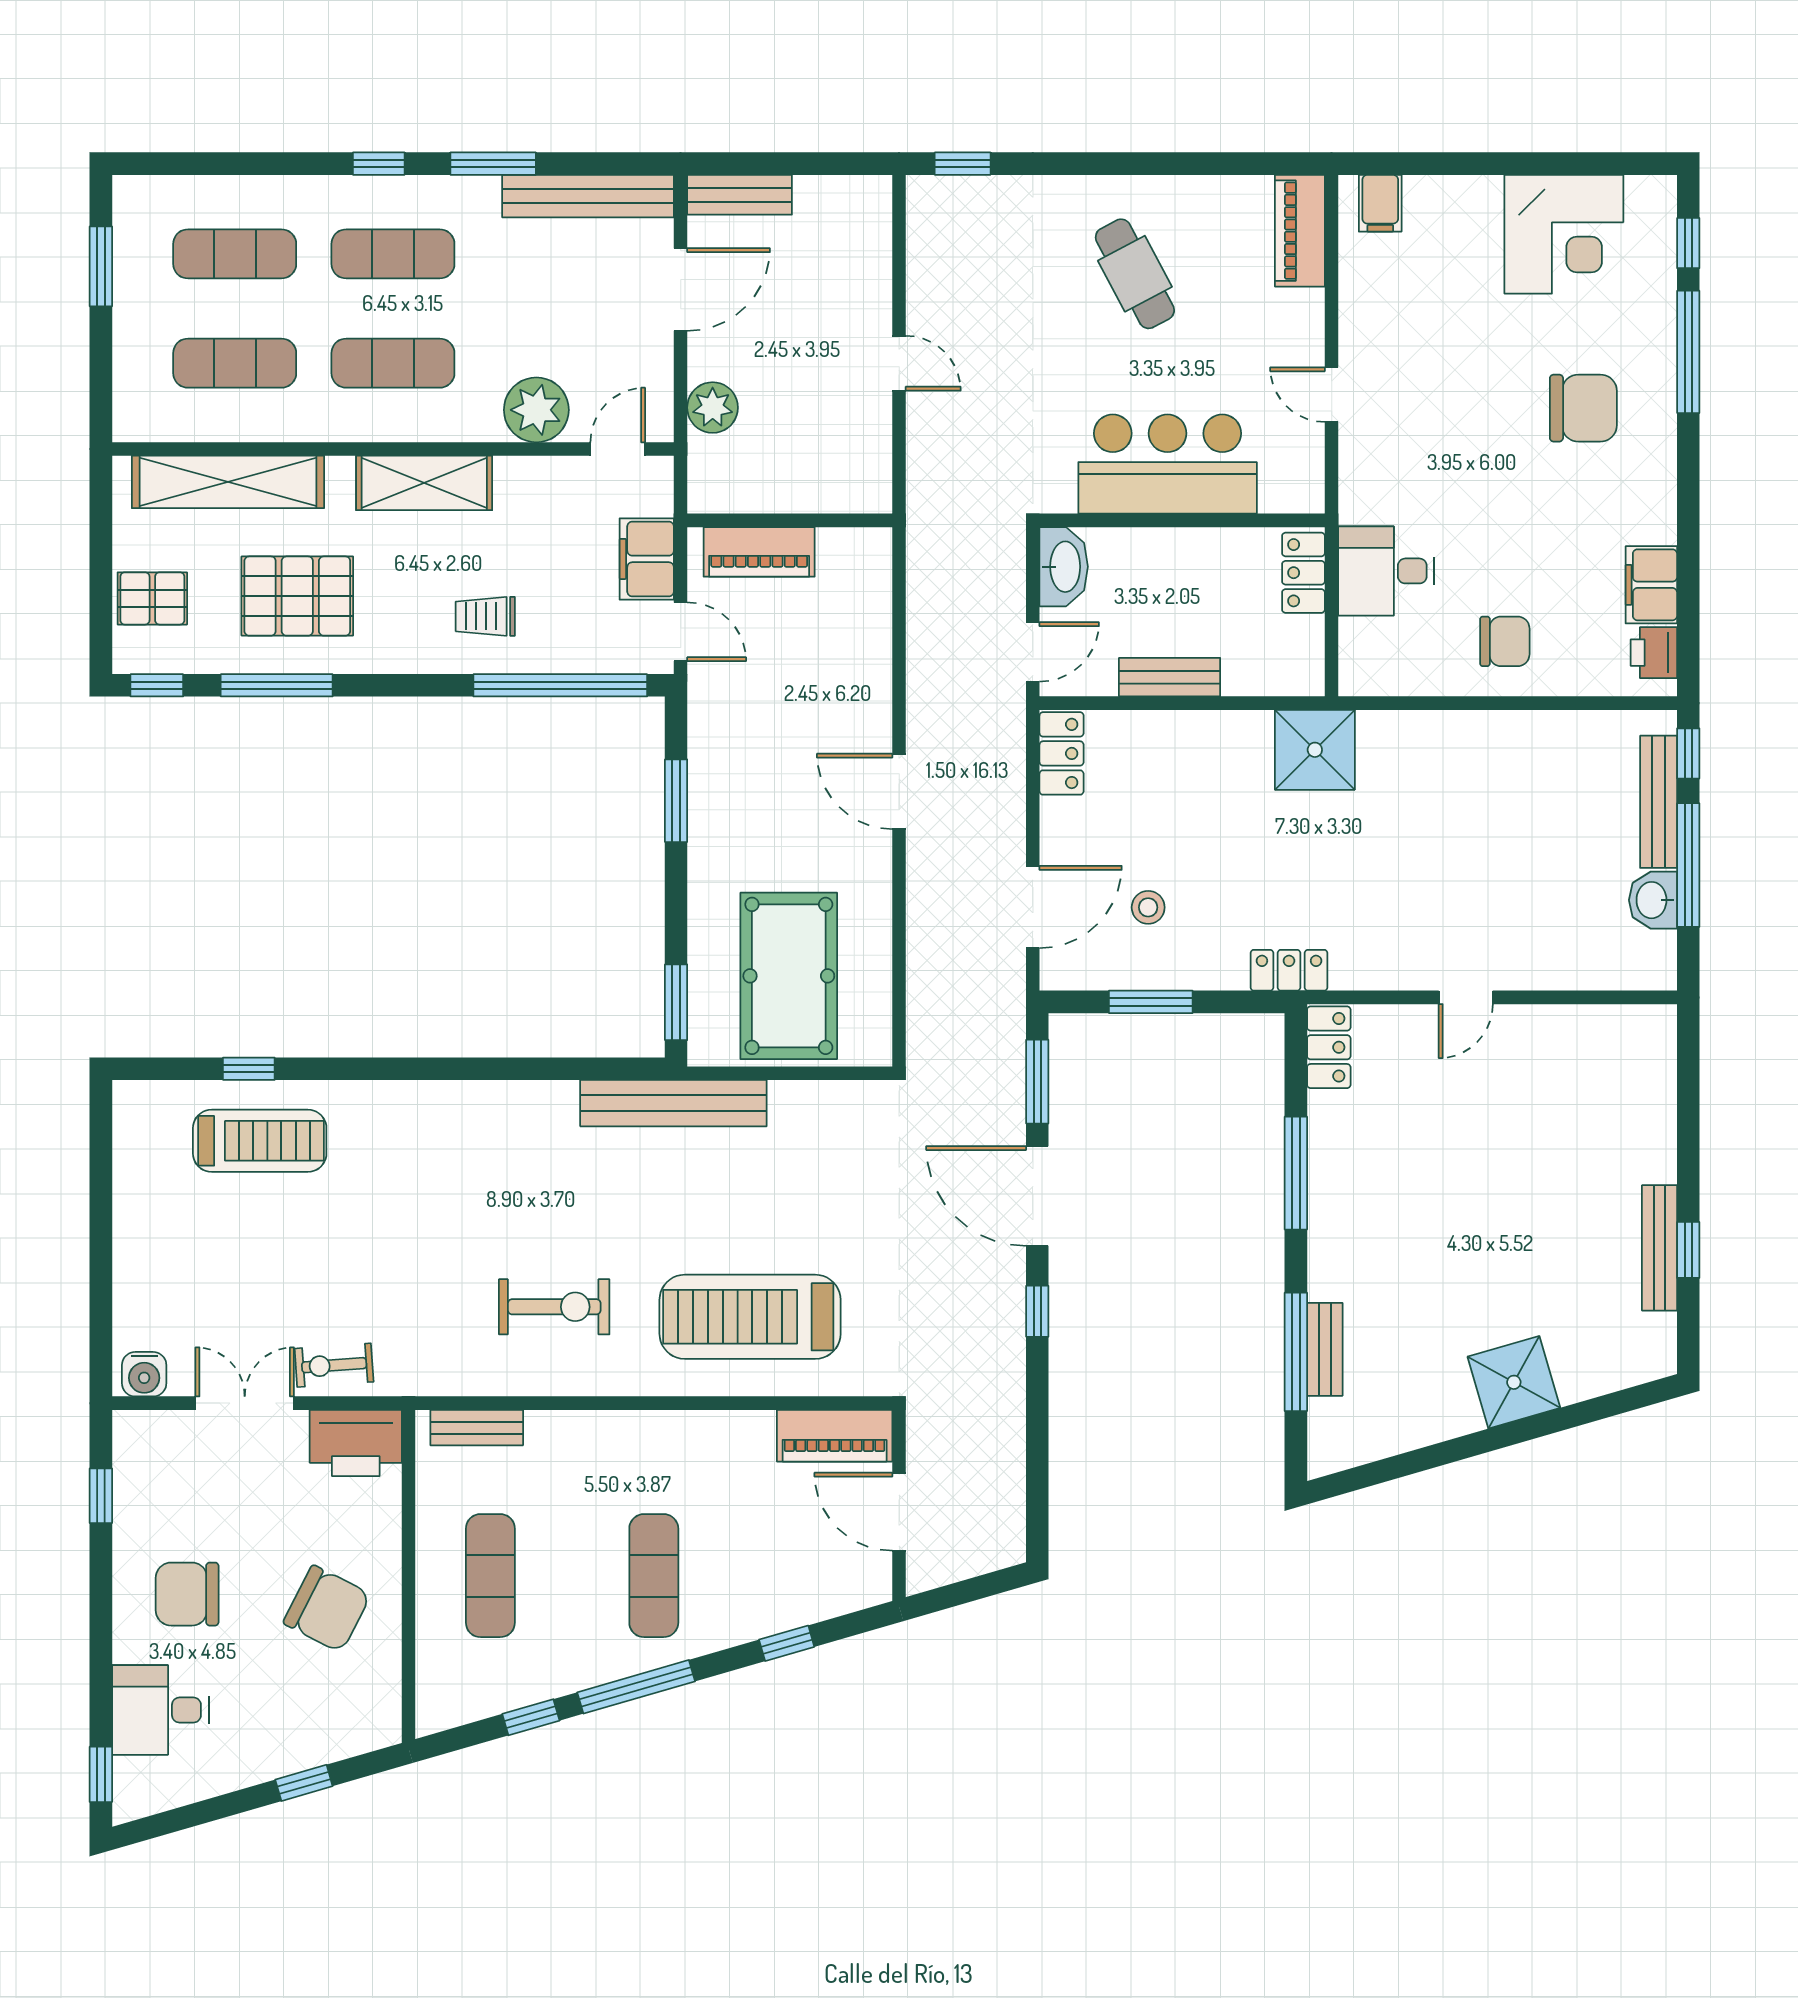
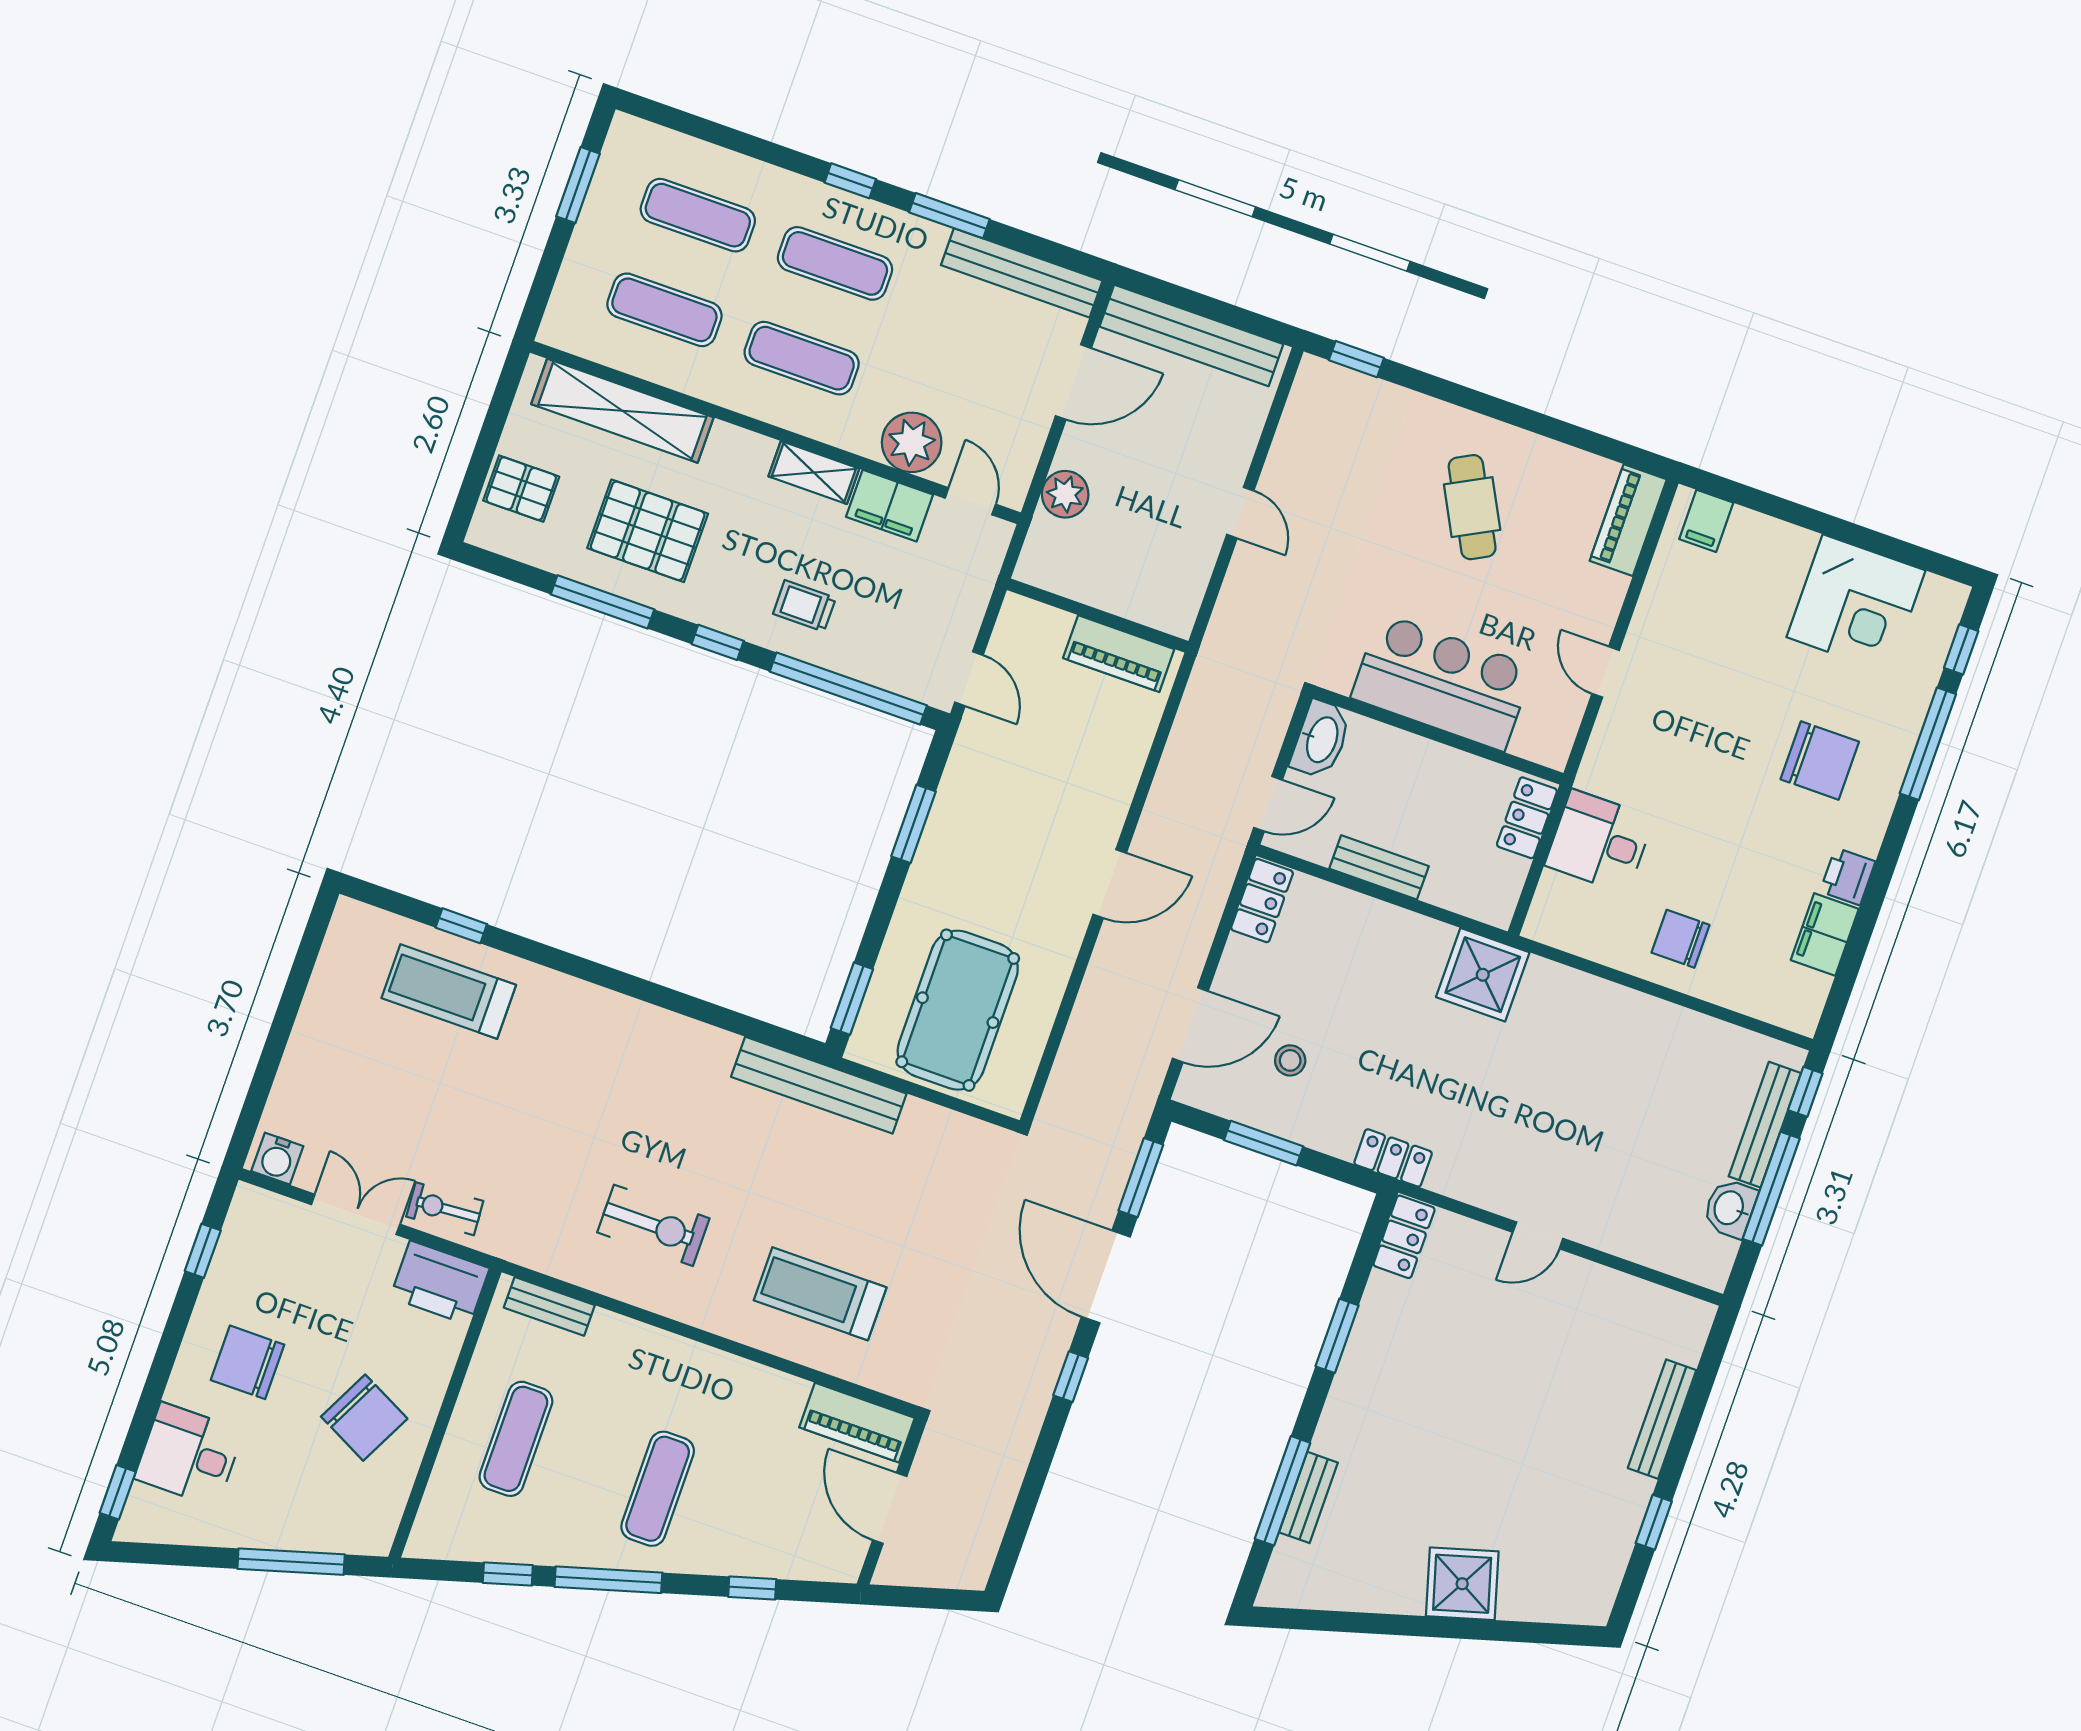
bench: (740, 195) -> (1191, 335), width x1.86, depth x1.21
door: (618, 449) -> (970, 501), hinge flipped
shelving: (424, 483) -> (814, 472), width x0.67, depth x0.75
piano: (759, 552) -> (1119, 654), moved
filing cabinet: (647, 559) -> (890, 506), moved, turned -90
chair: (1505, 641) -> (1681, 939), turned 180
printer: (1654, 653) -> (1848, 876), moved
window: (157, 685) -> (718, 642), moved
door: (899, 791) -> (1110, 884), swing flipped
treadmill: (260, 1141) -> (449, 992), turned 180
window: (1296, 1173) -> (1337, 1336), width x0.69
bench: (1660, 1248) -> (1662, 1419), moved
treadmill: (750, 1317) -> (820, 1294), width x0.73, depth x0.73
window: (304, 1783) -> (291, 1562), width x2.17

